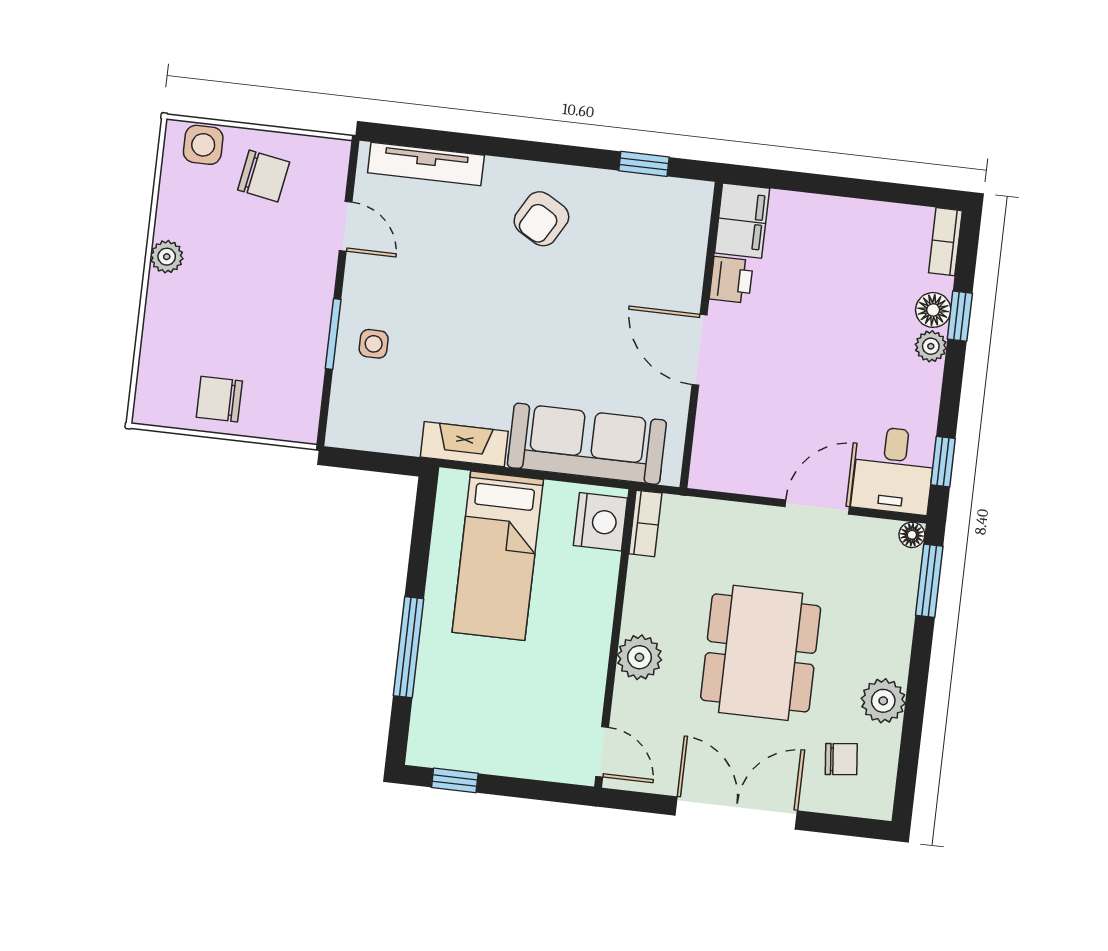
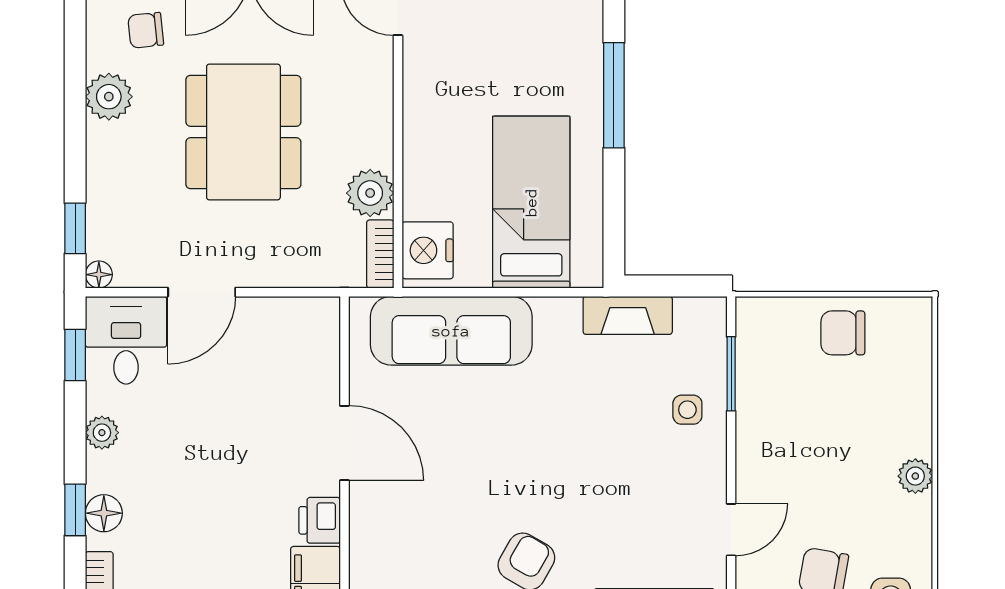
door: (346, 226) -> (731, 530), swing flipped
window: (333, 334) -> (731, 374), moved
plant: (931, 346) -> (102, 433), moved
chair: (219, 399) -> (843, 333), turned 180
fireplace: (464, 444) -> (628, 315), moved
window: (929, 581) -> (75, 228), width x0.67
plant: (639, 657) -> (370, 193), moved

